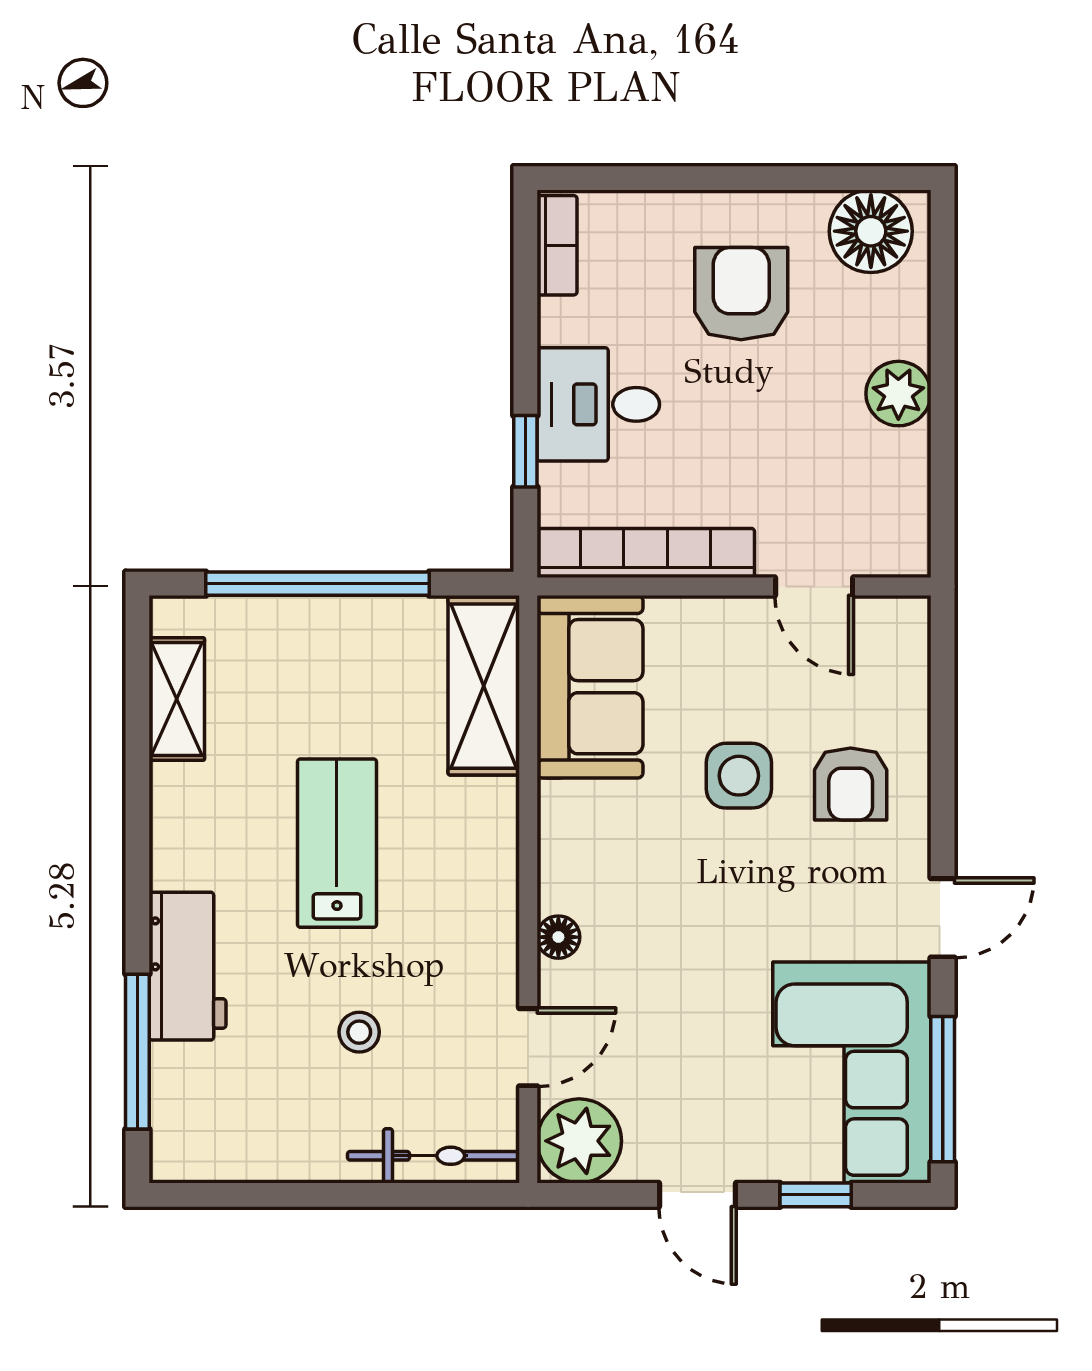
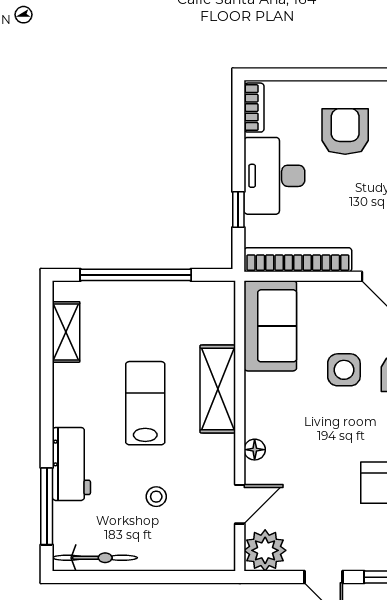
desk: (598, 404) -> (274, 176), width x1.37
shelving: (484, 686) -> (218, 389), moved
bicycle: (434, 1156) -> (95, 558), moved

